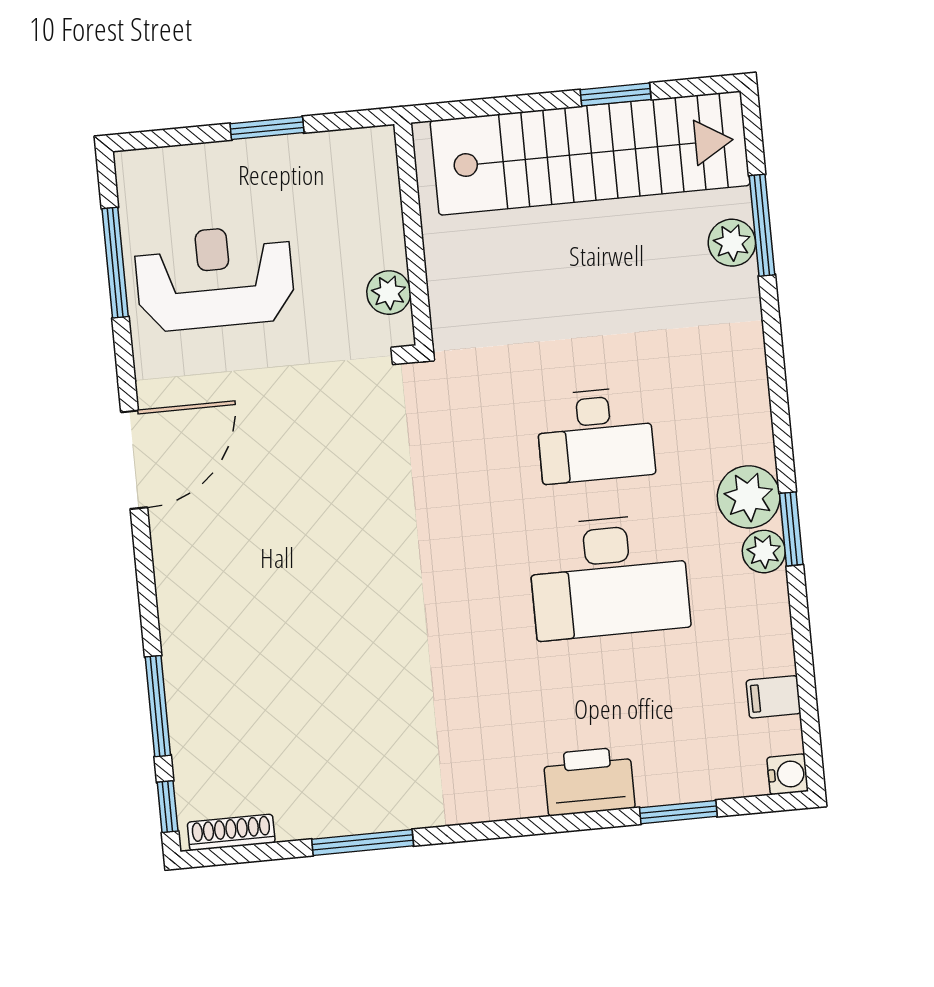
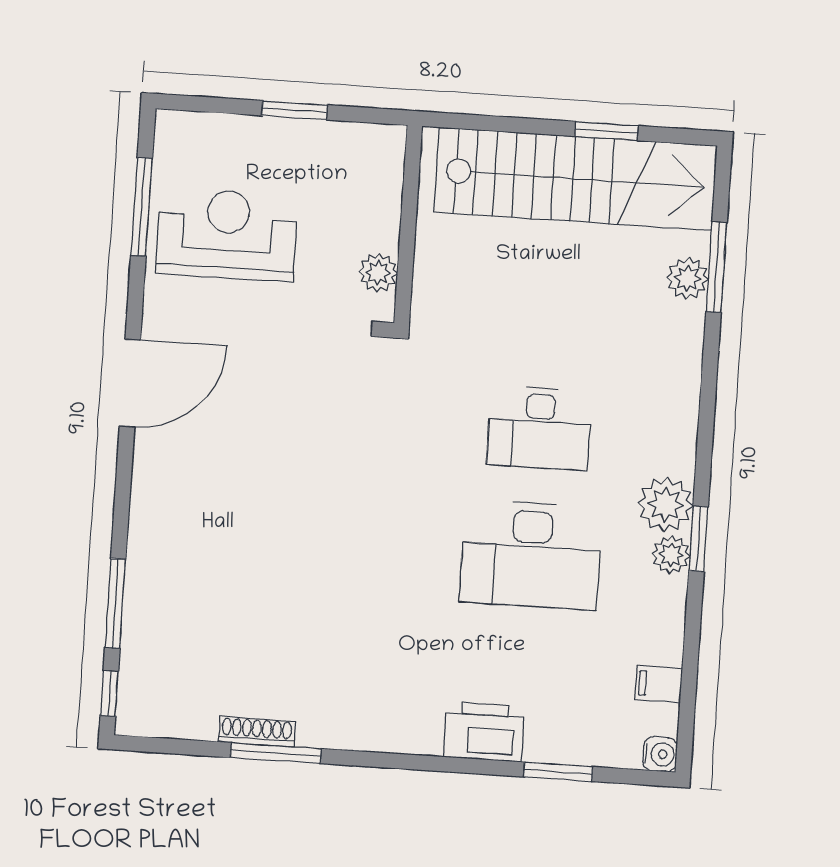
shoe rack: (231, 832) -> (257, 732), moved

